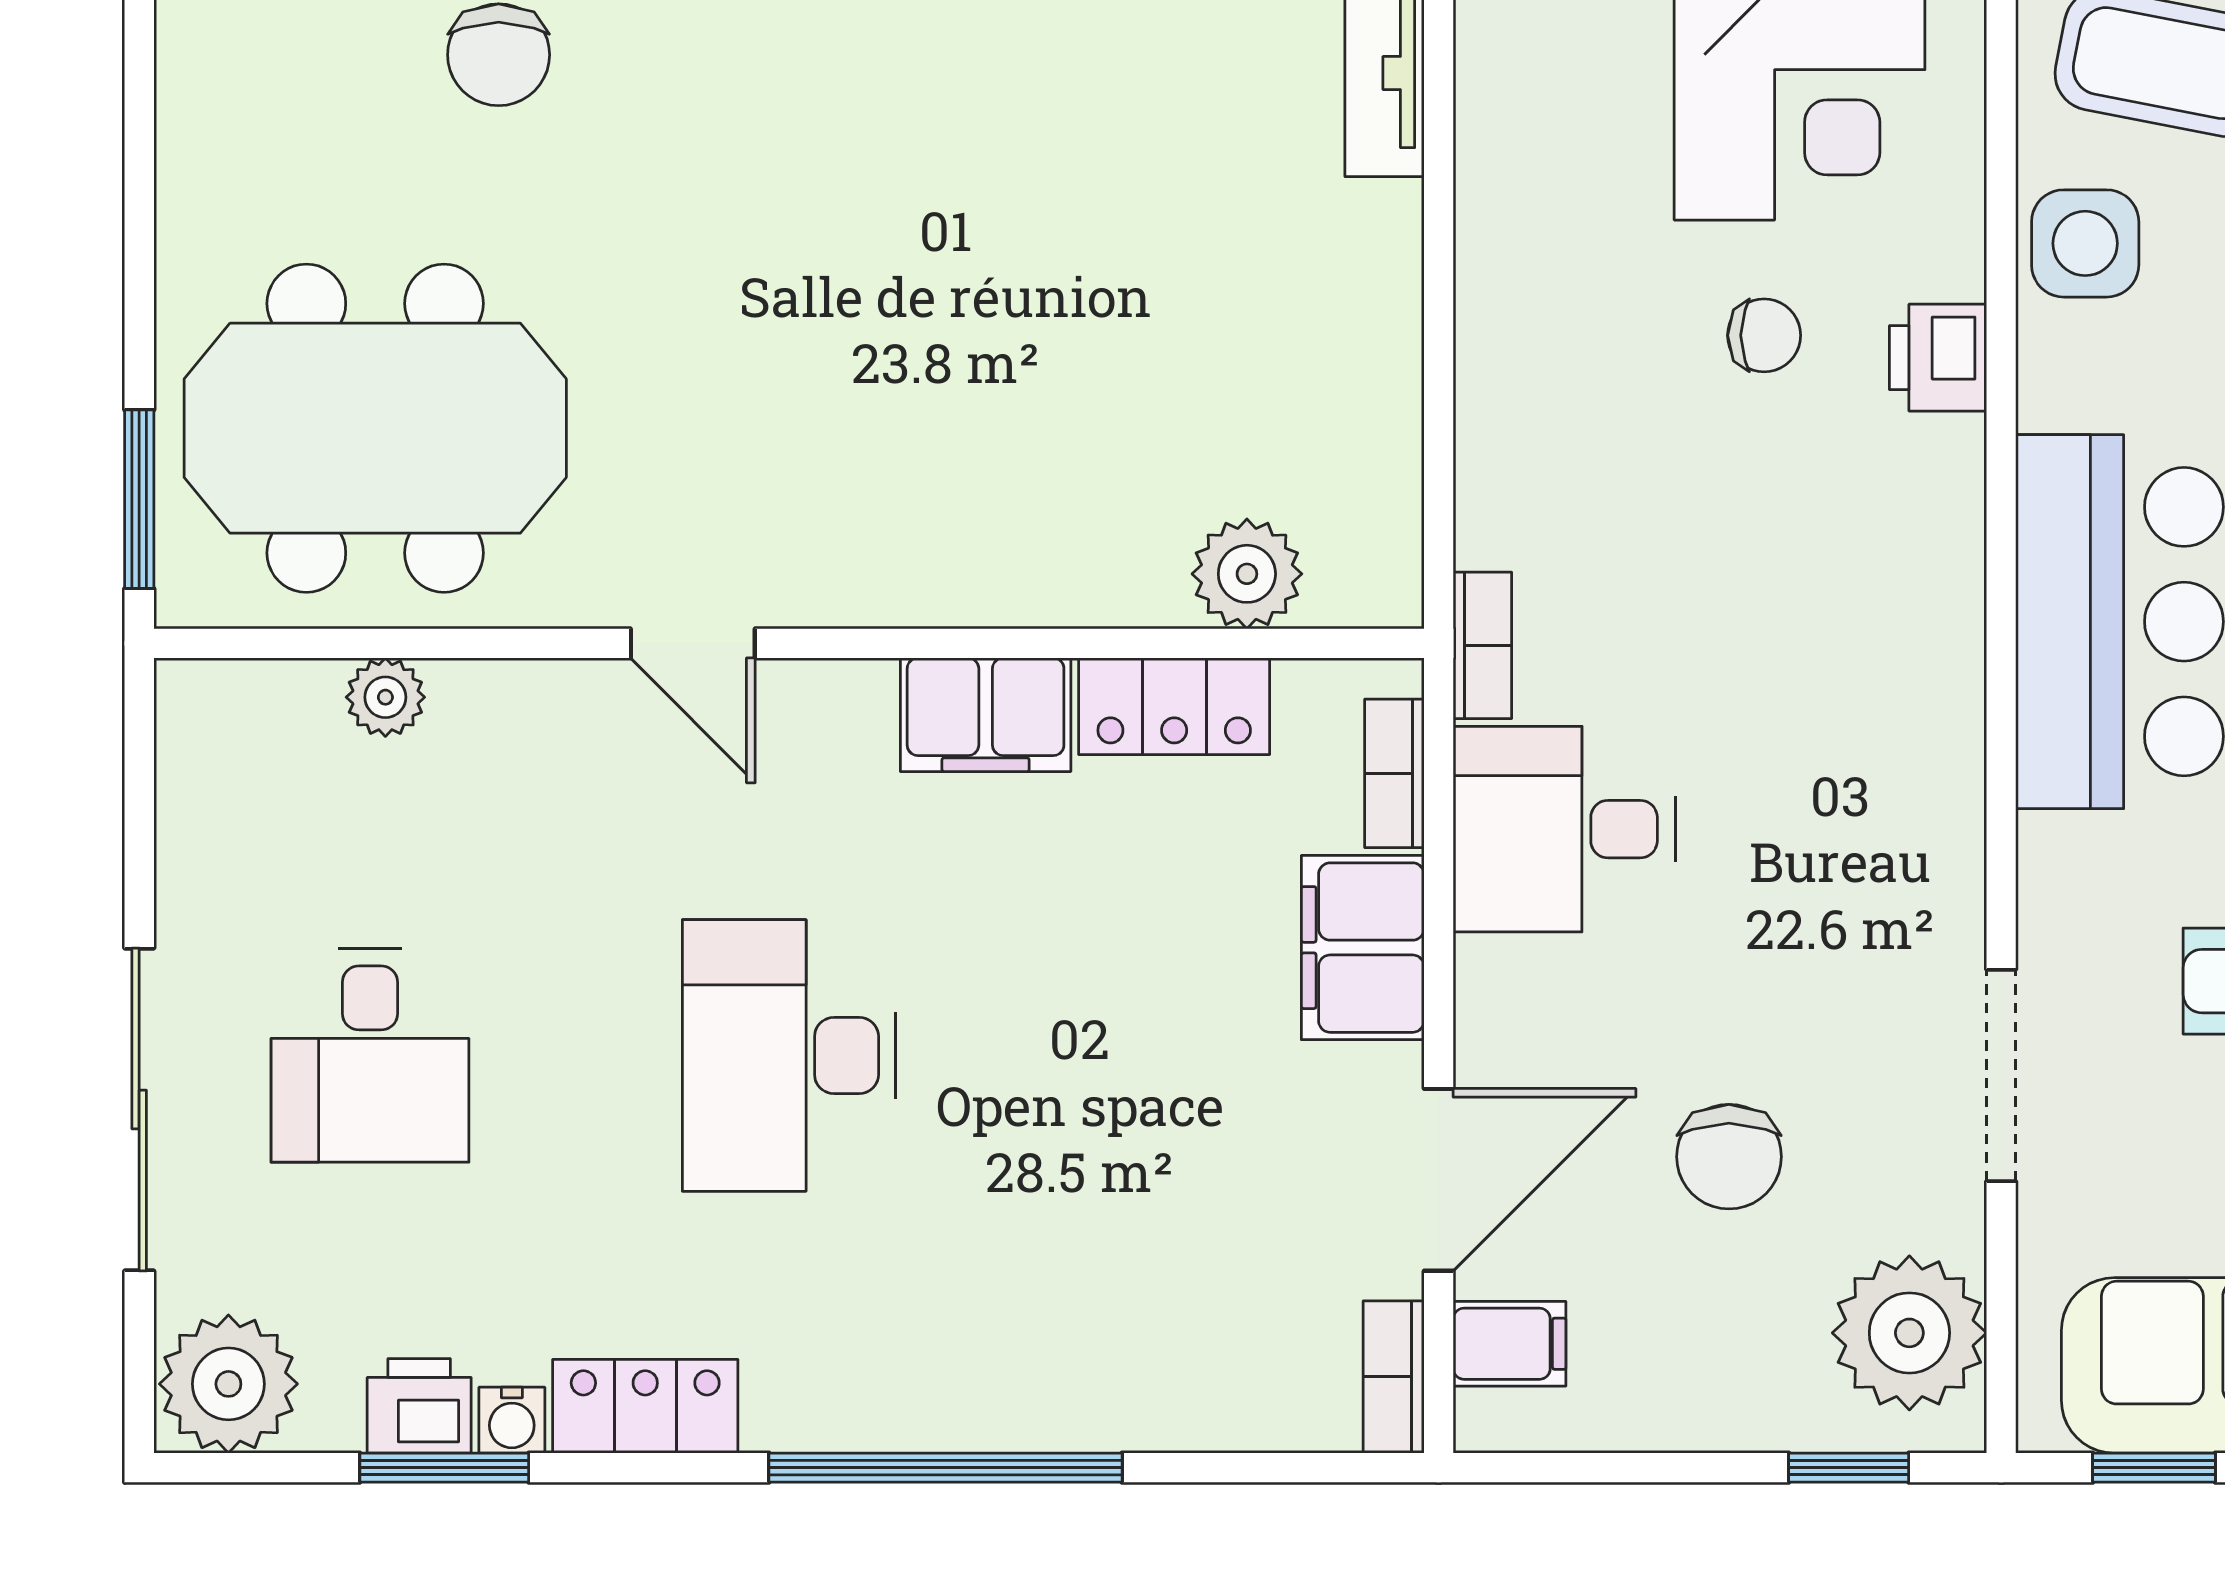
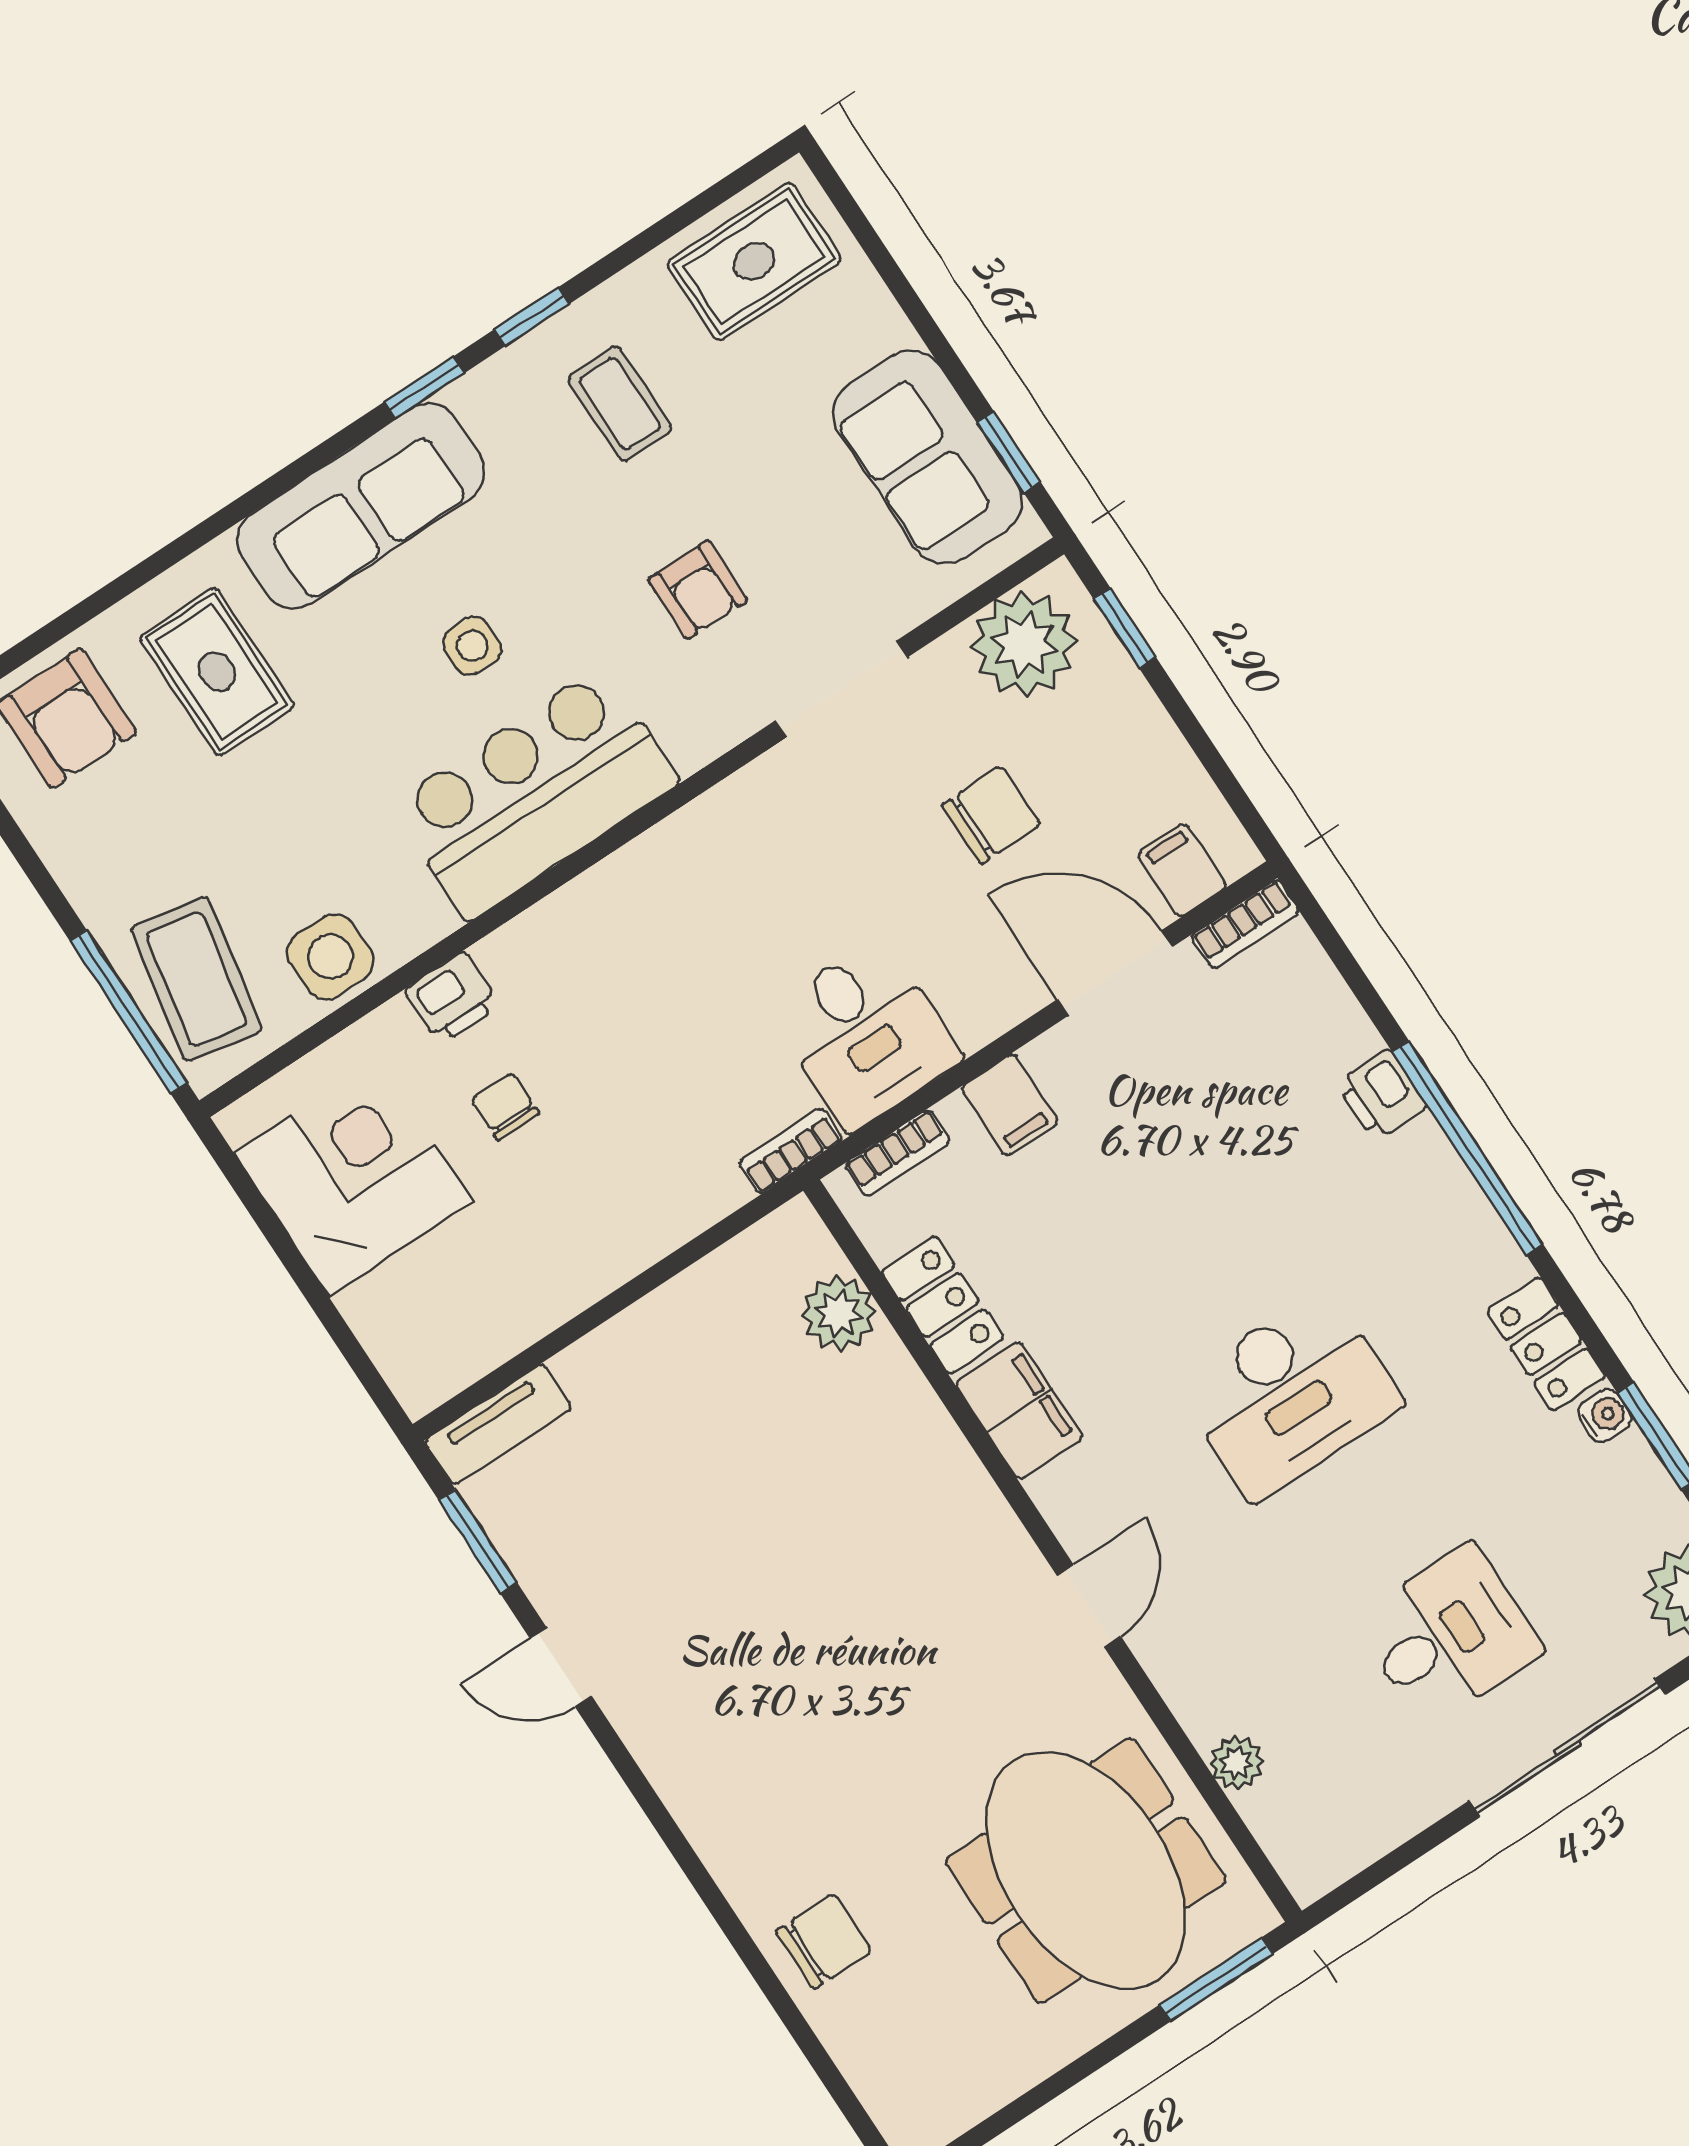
filing cabinet: (1363, 948) -> (1010, 1105), width x0.50
printer: (419, 1406) -> (1382, 1095), moved

